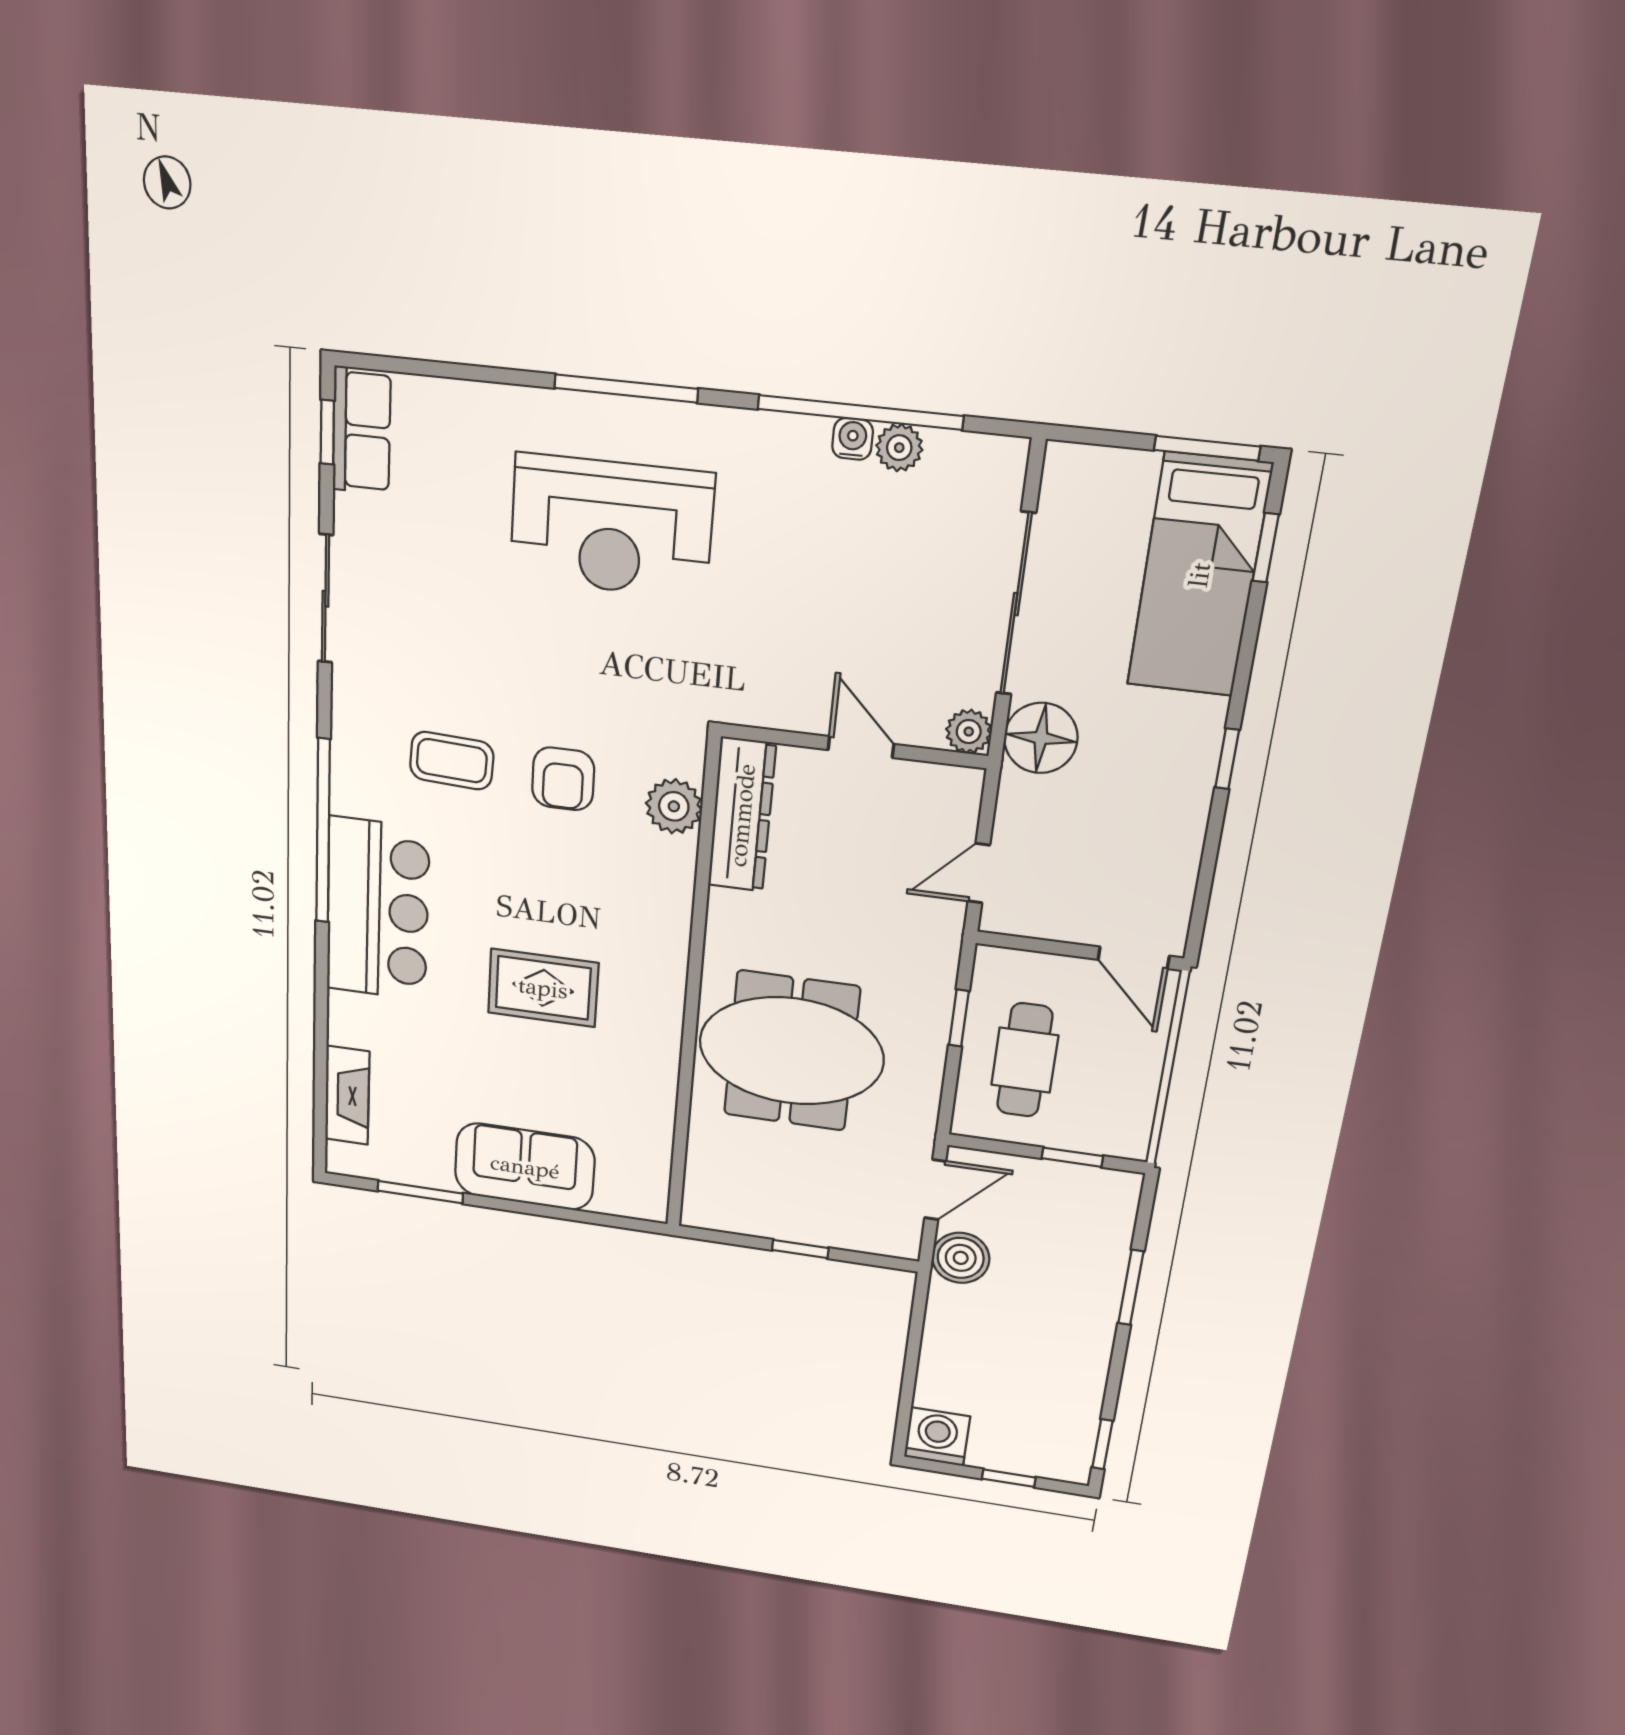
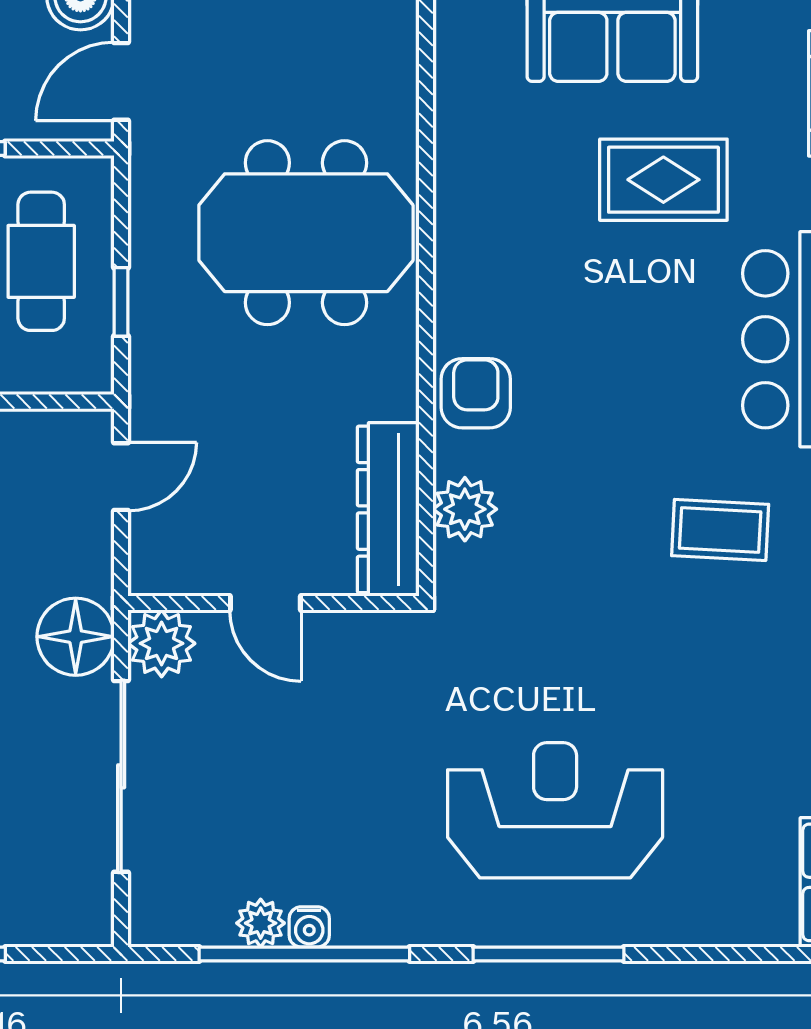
plant: (969, 732) -> (162, 643), width x1.38, depth x1.38
armchair: (563, 779) -> (476, 393), moved
rug: (543, 988) -> (663, 180), moved

